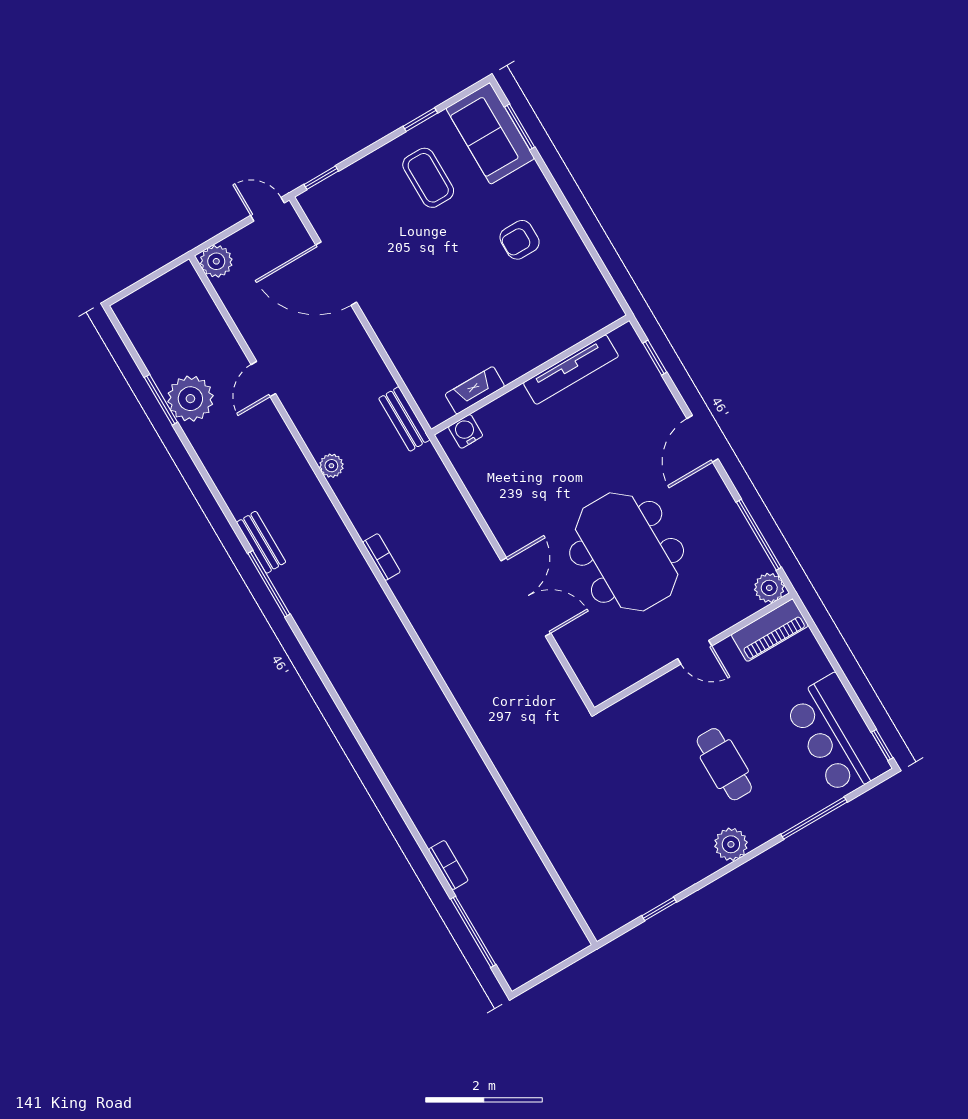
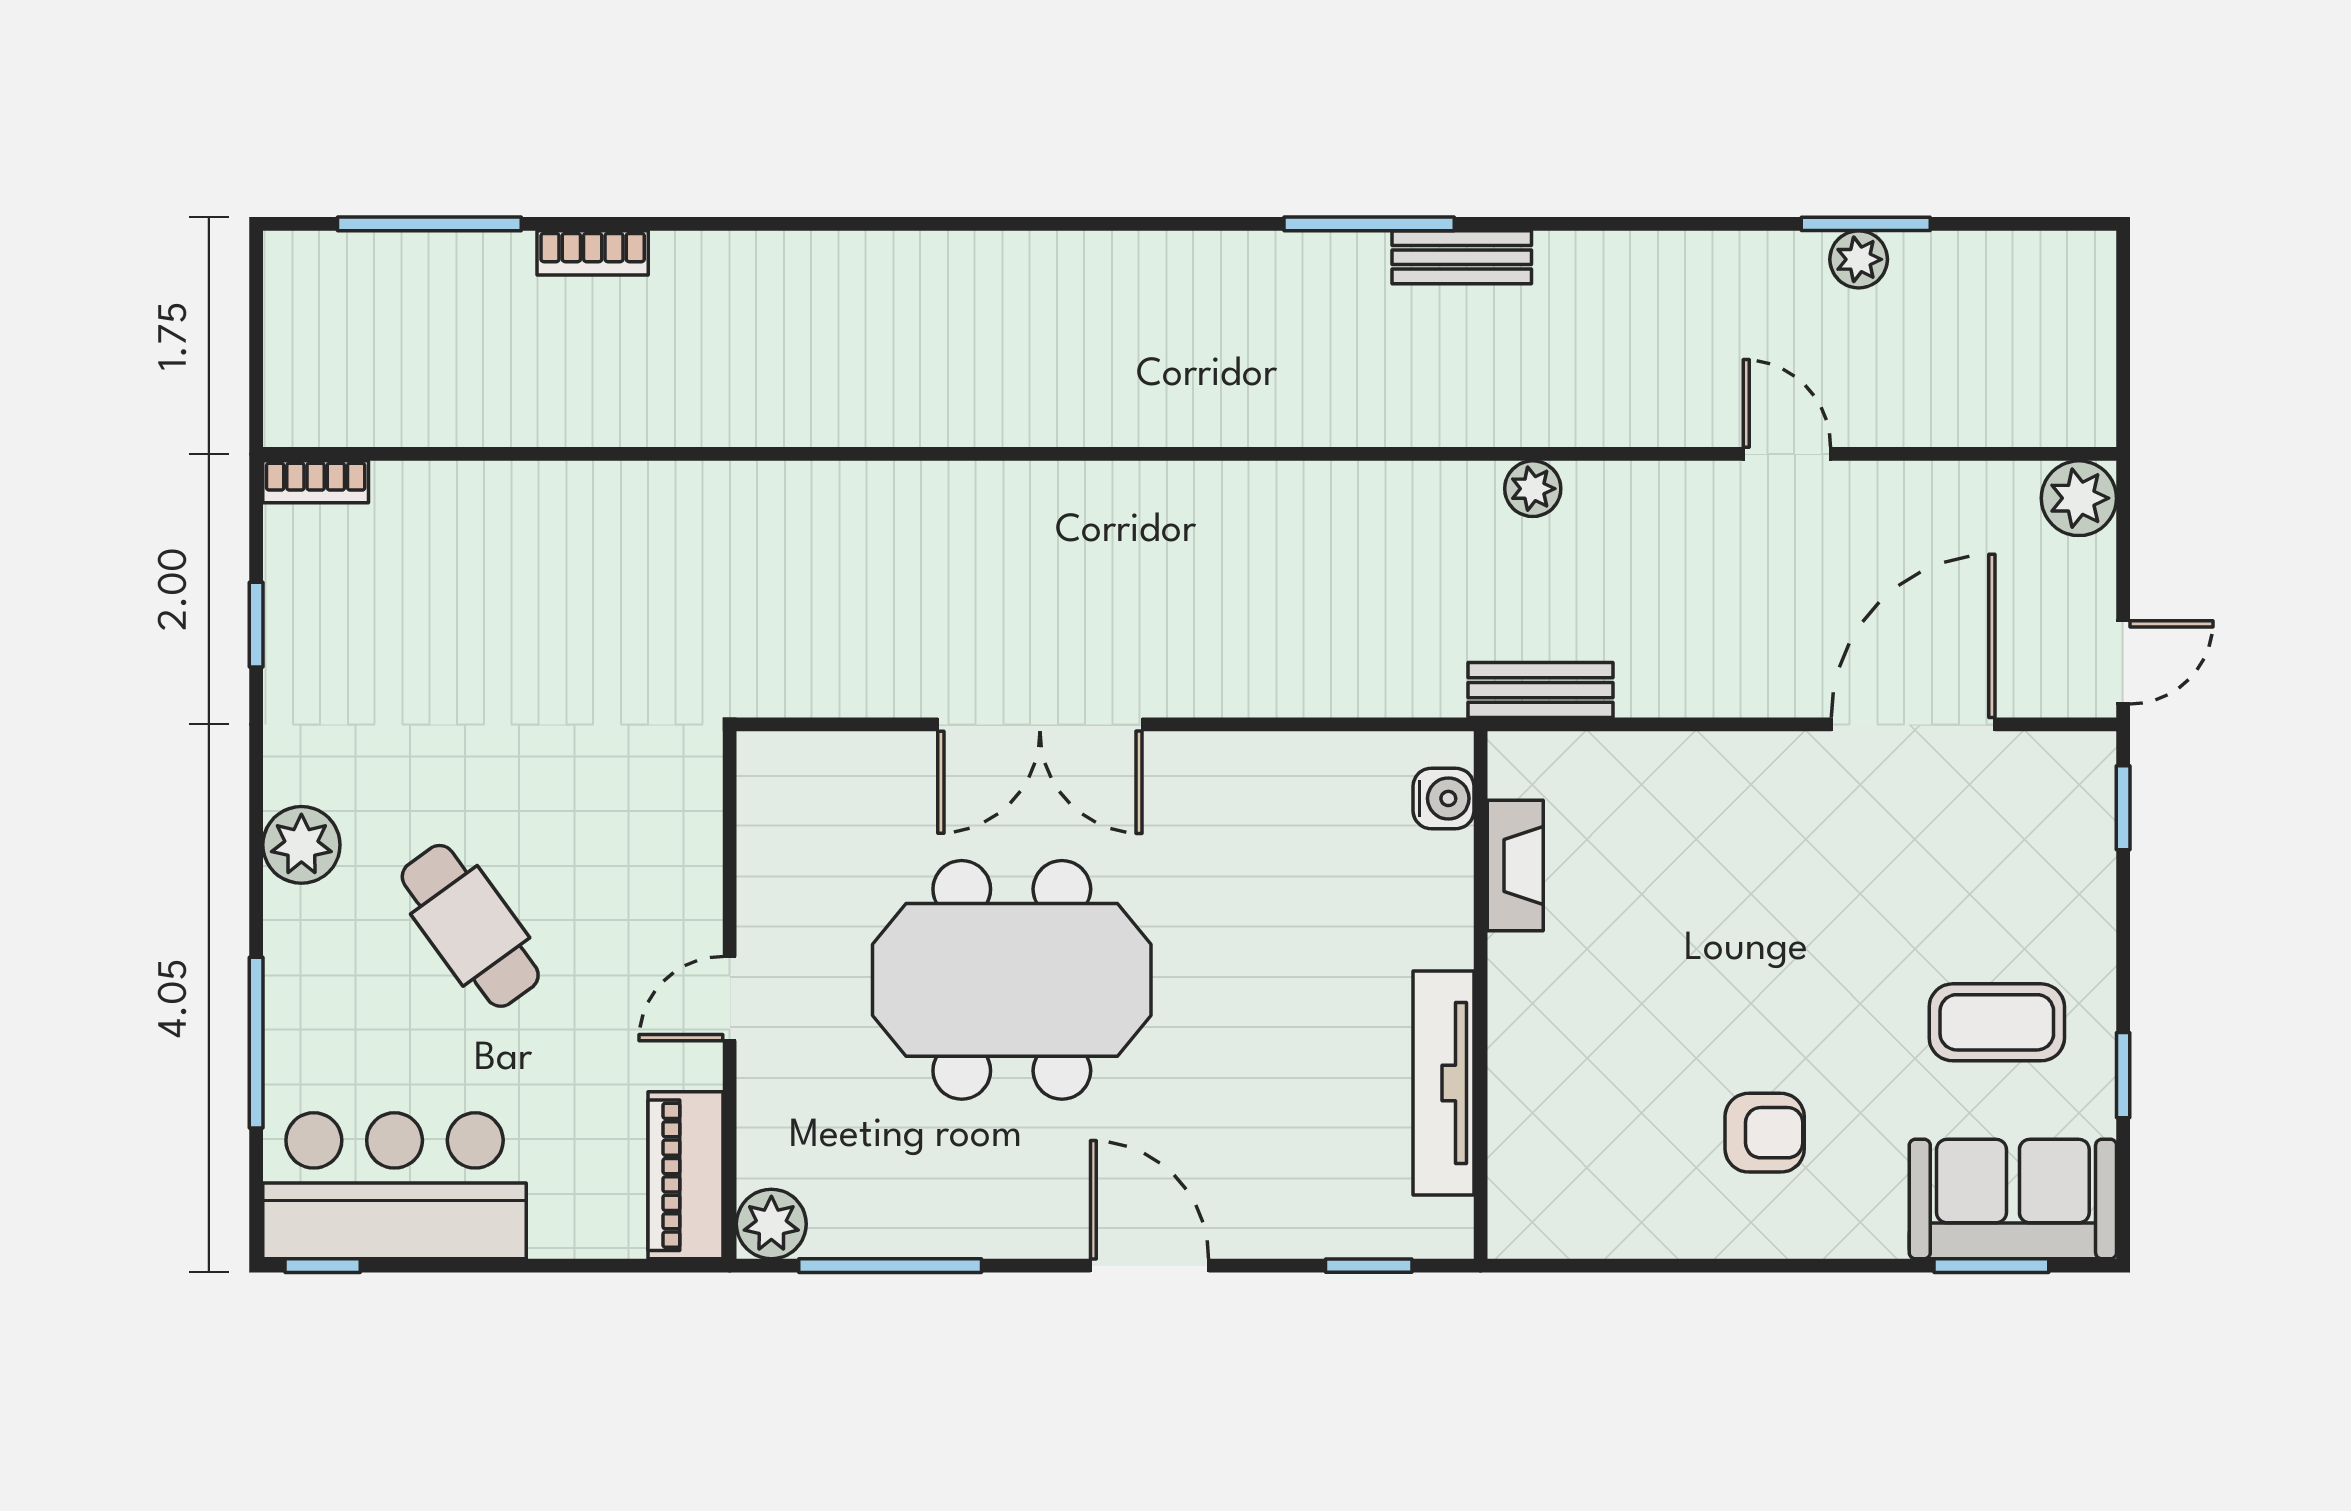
armchair: (520, 240) -> (1765, 1133), turned 90
plant: (190, 399) -> (1859, 259), width x0.53, depth x0.53
bookcase: (382, 557) -> (316, 482), moved
cafe table: (724, 764) -> (470, 926), turned 54

